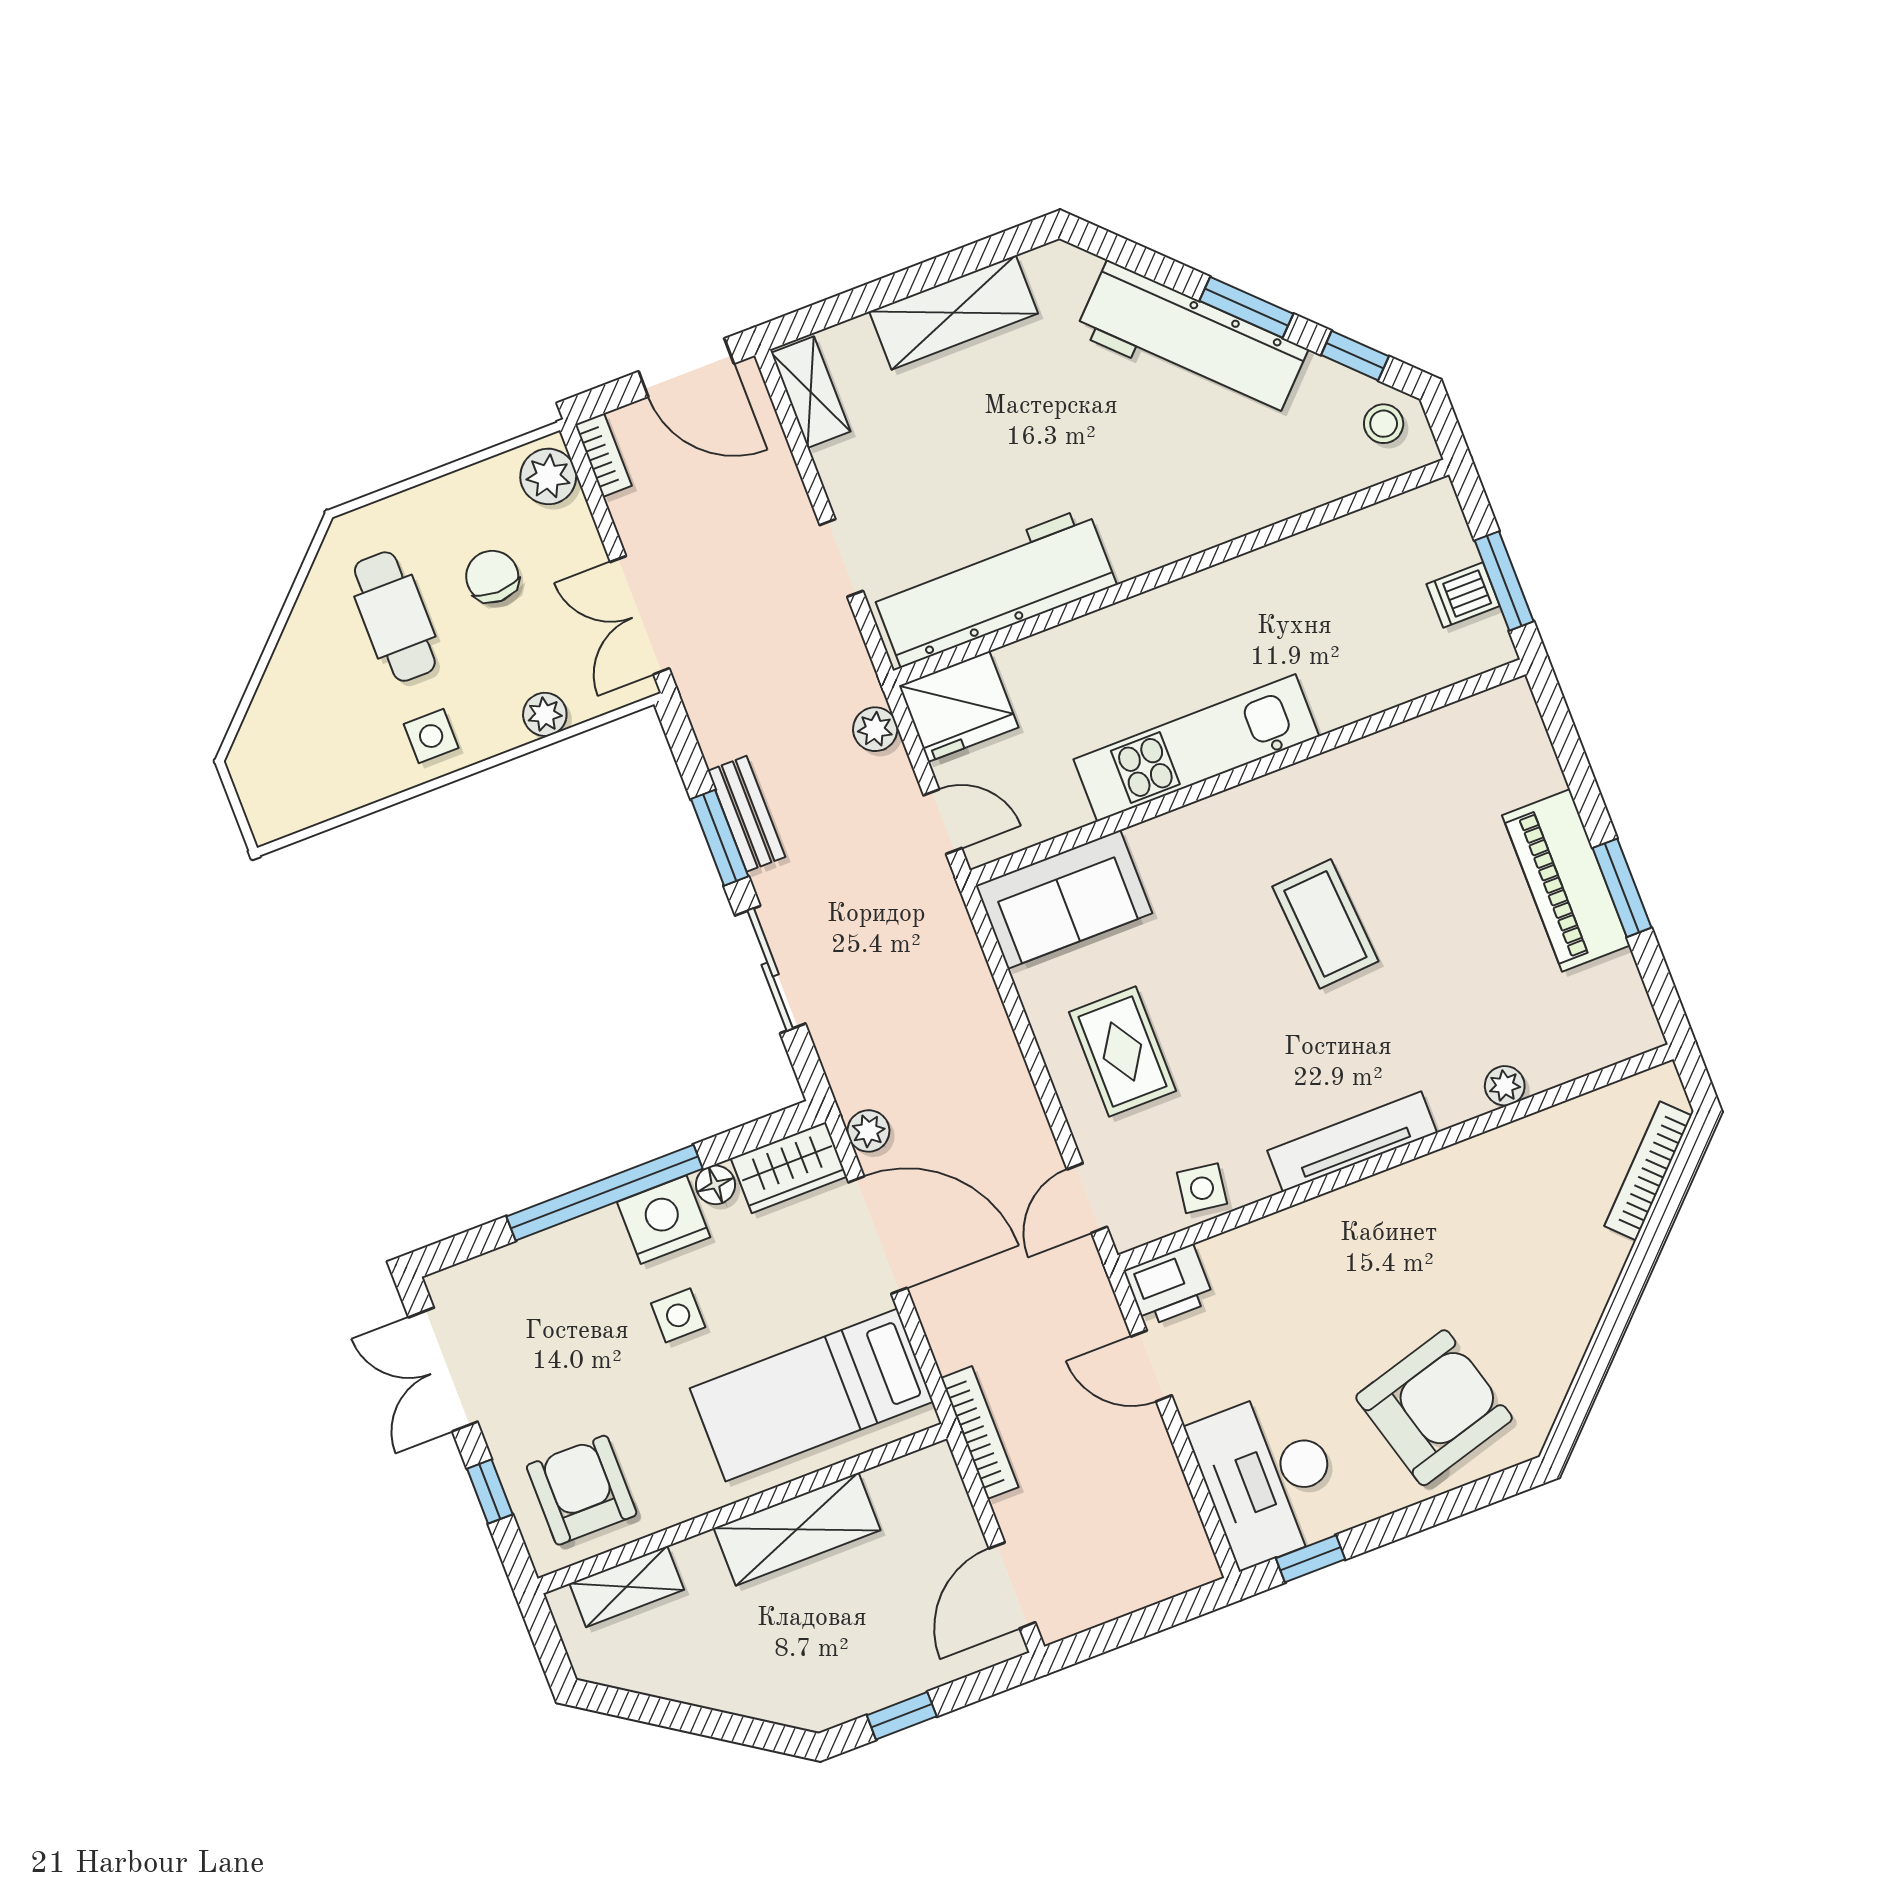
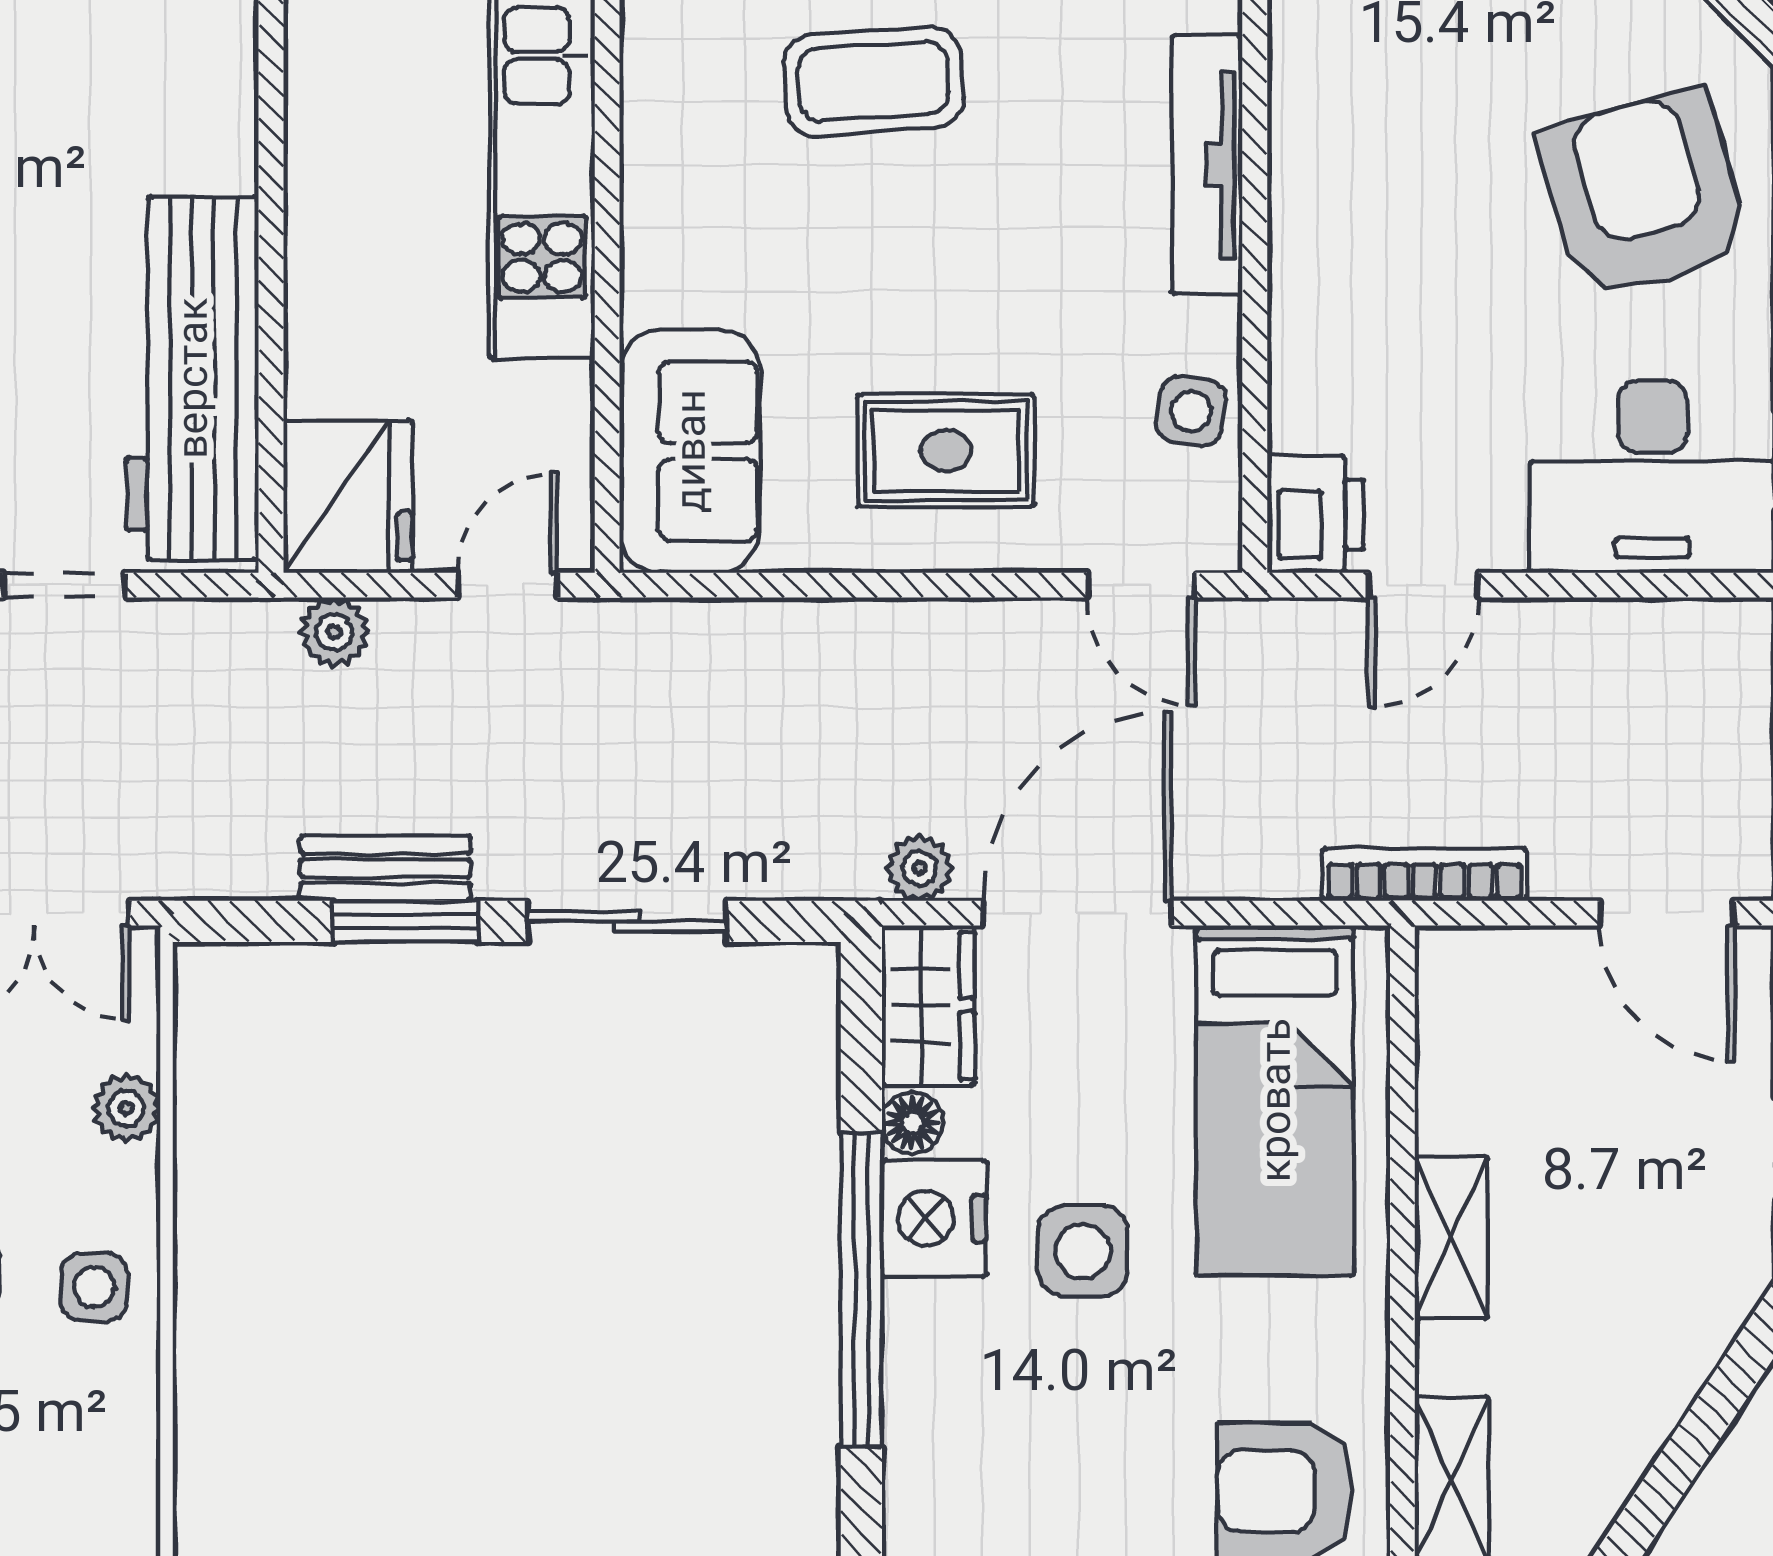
side table: (678, 1315) -> (1083, 1251), width x1.37, depth x1.37
shelving: (797, 1529) -> (1451, 1238), width x0.67, depth x0.75

